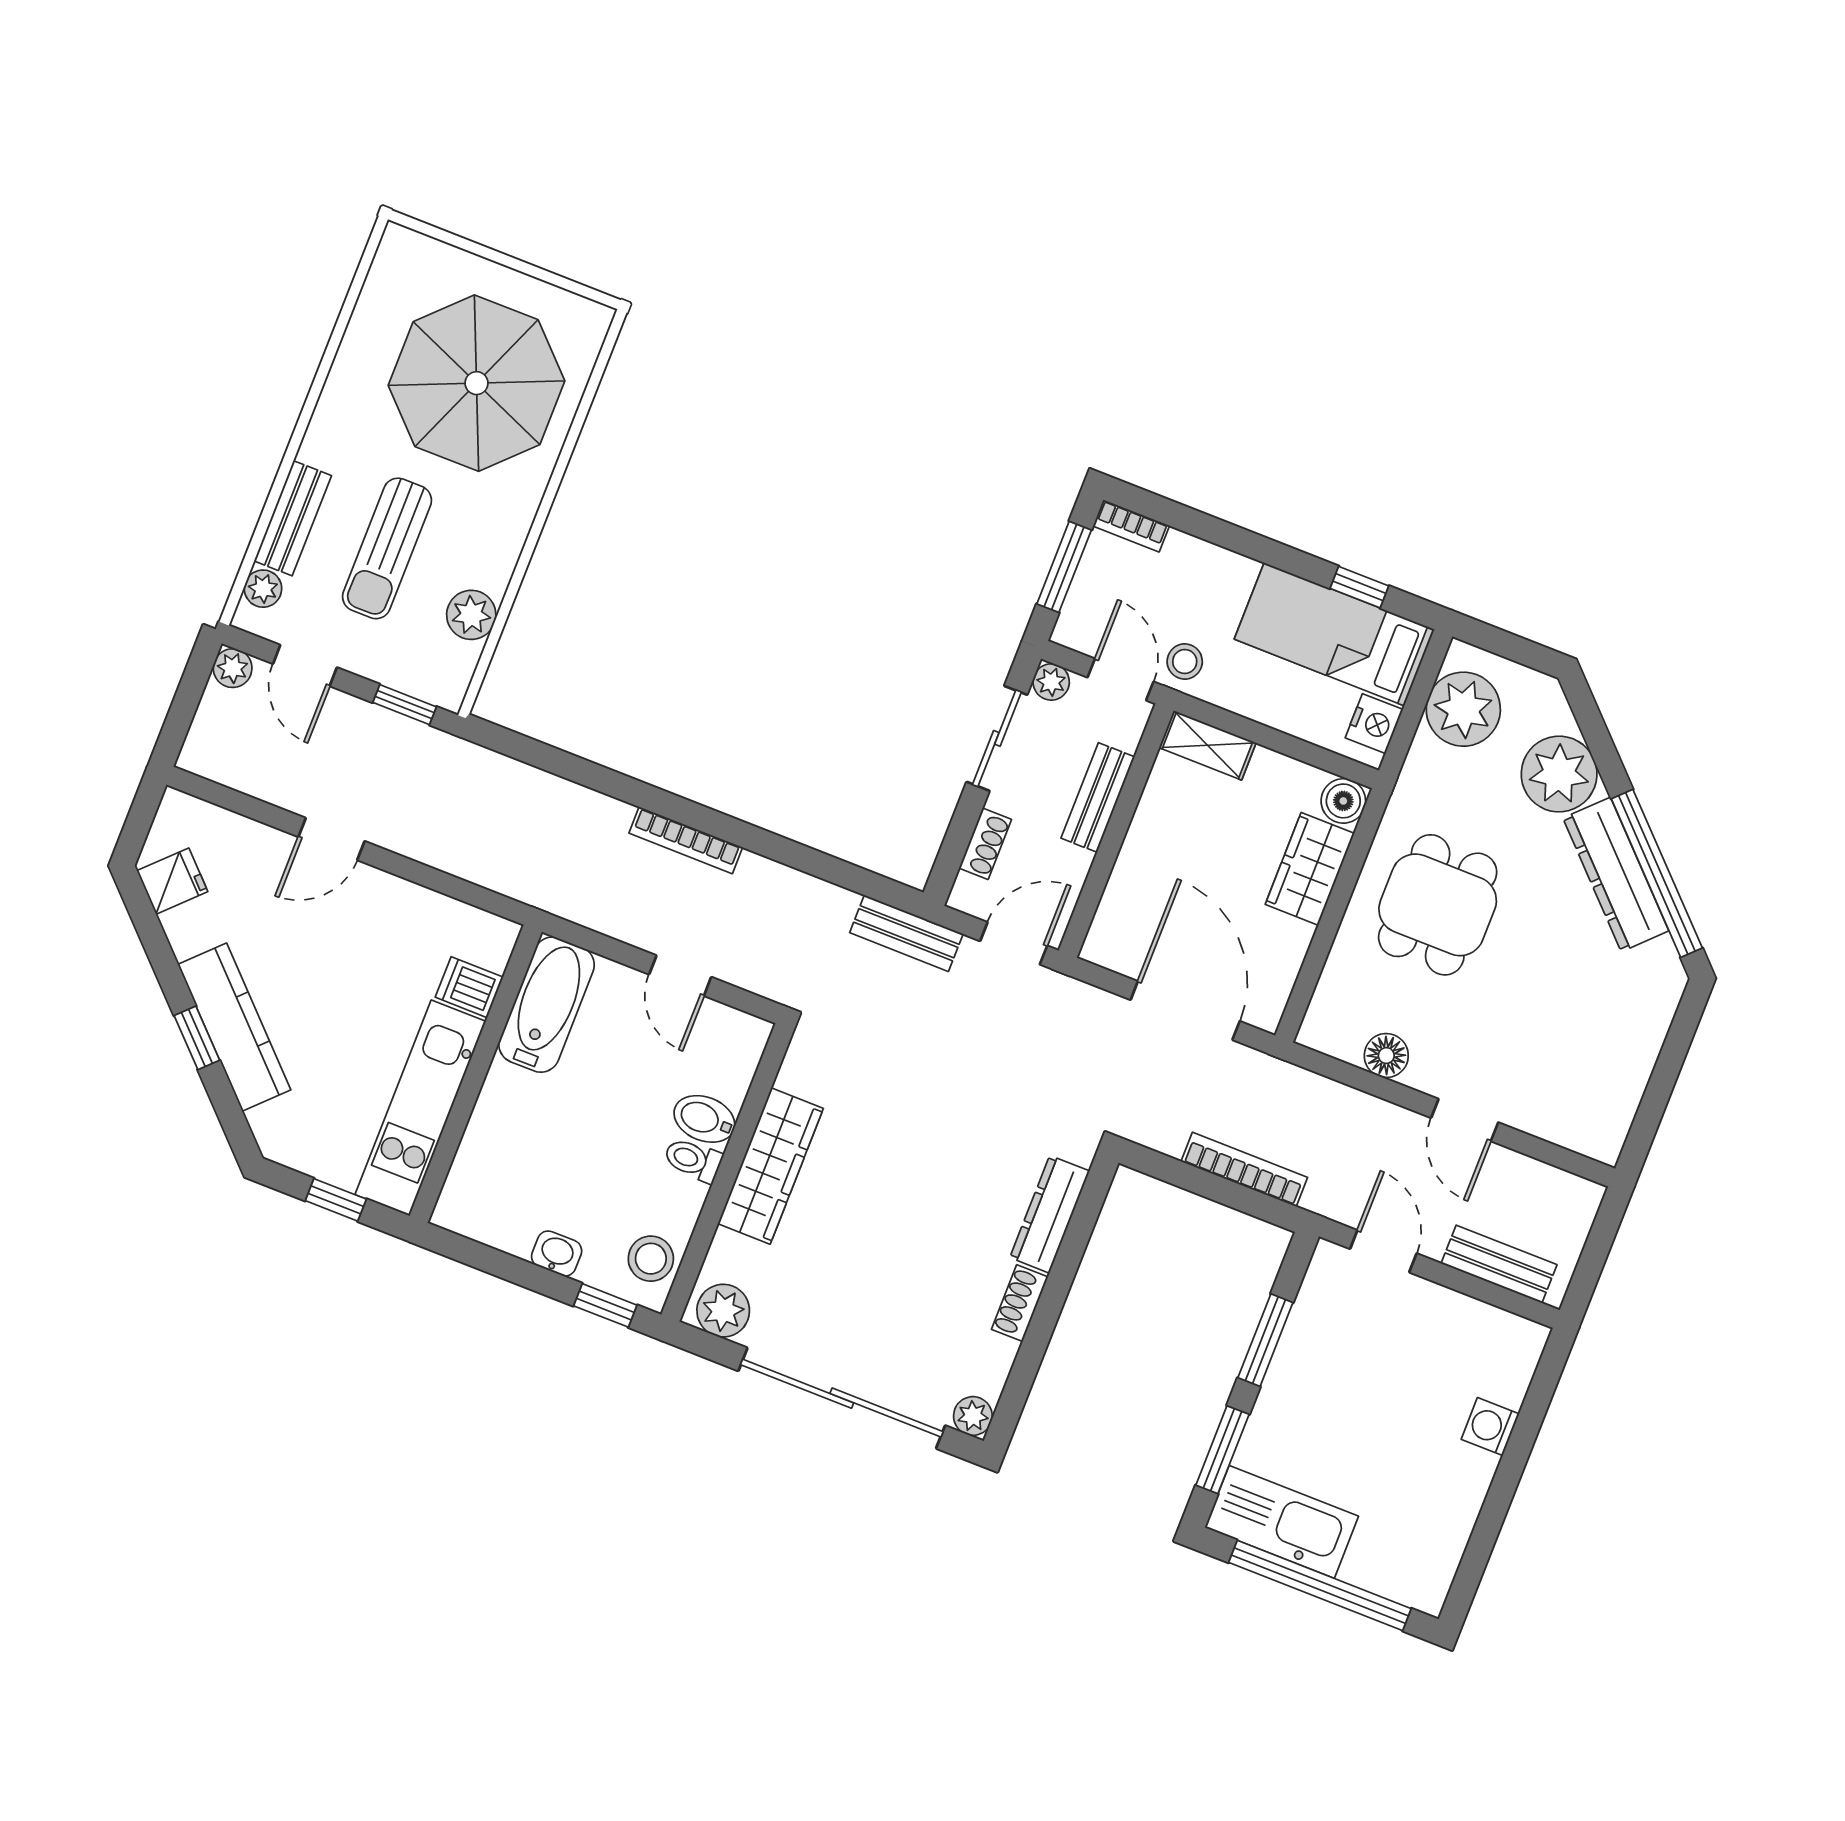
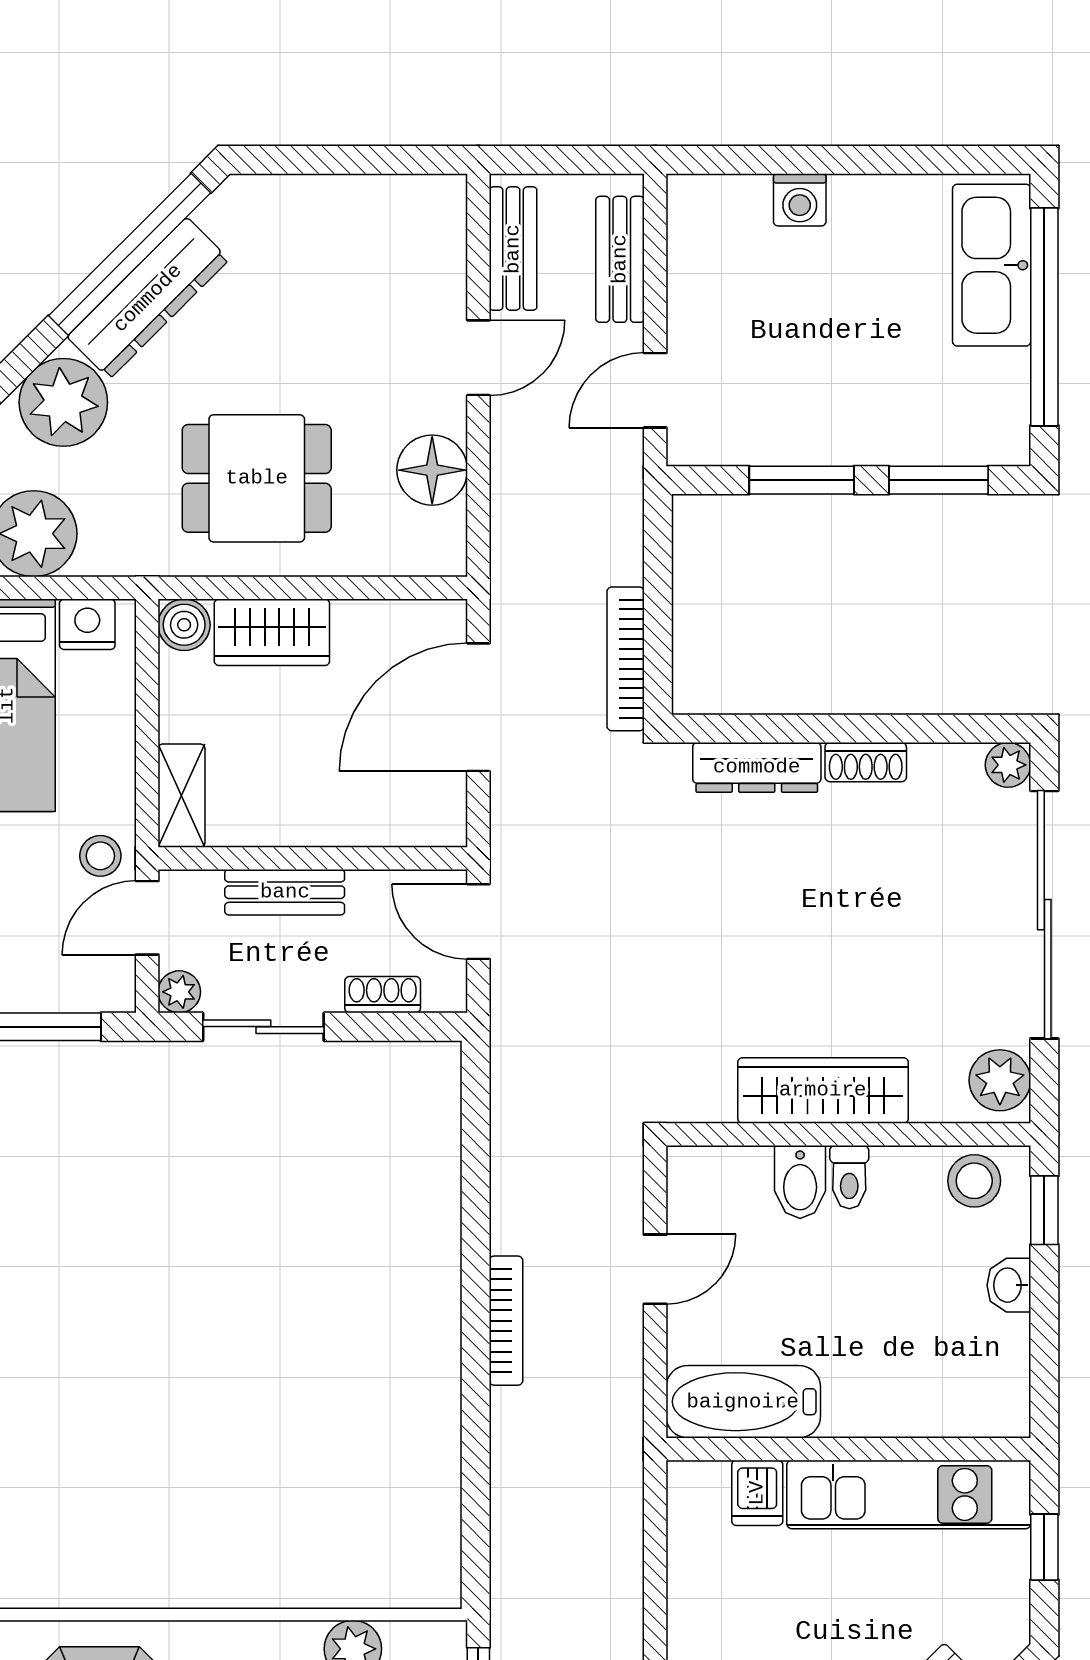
bench: (906, 933) -> (513, 249), moved
floor lamp: (1386, 1056) -> (432, 470), width x1.38, depth x1.38
bookcase: (1244, 1170) -> (626, 659), moved
kitchen sink: (1282, 1522) -> (992, 265), moved

